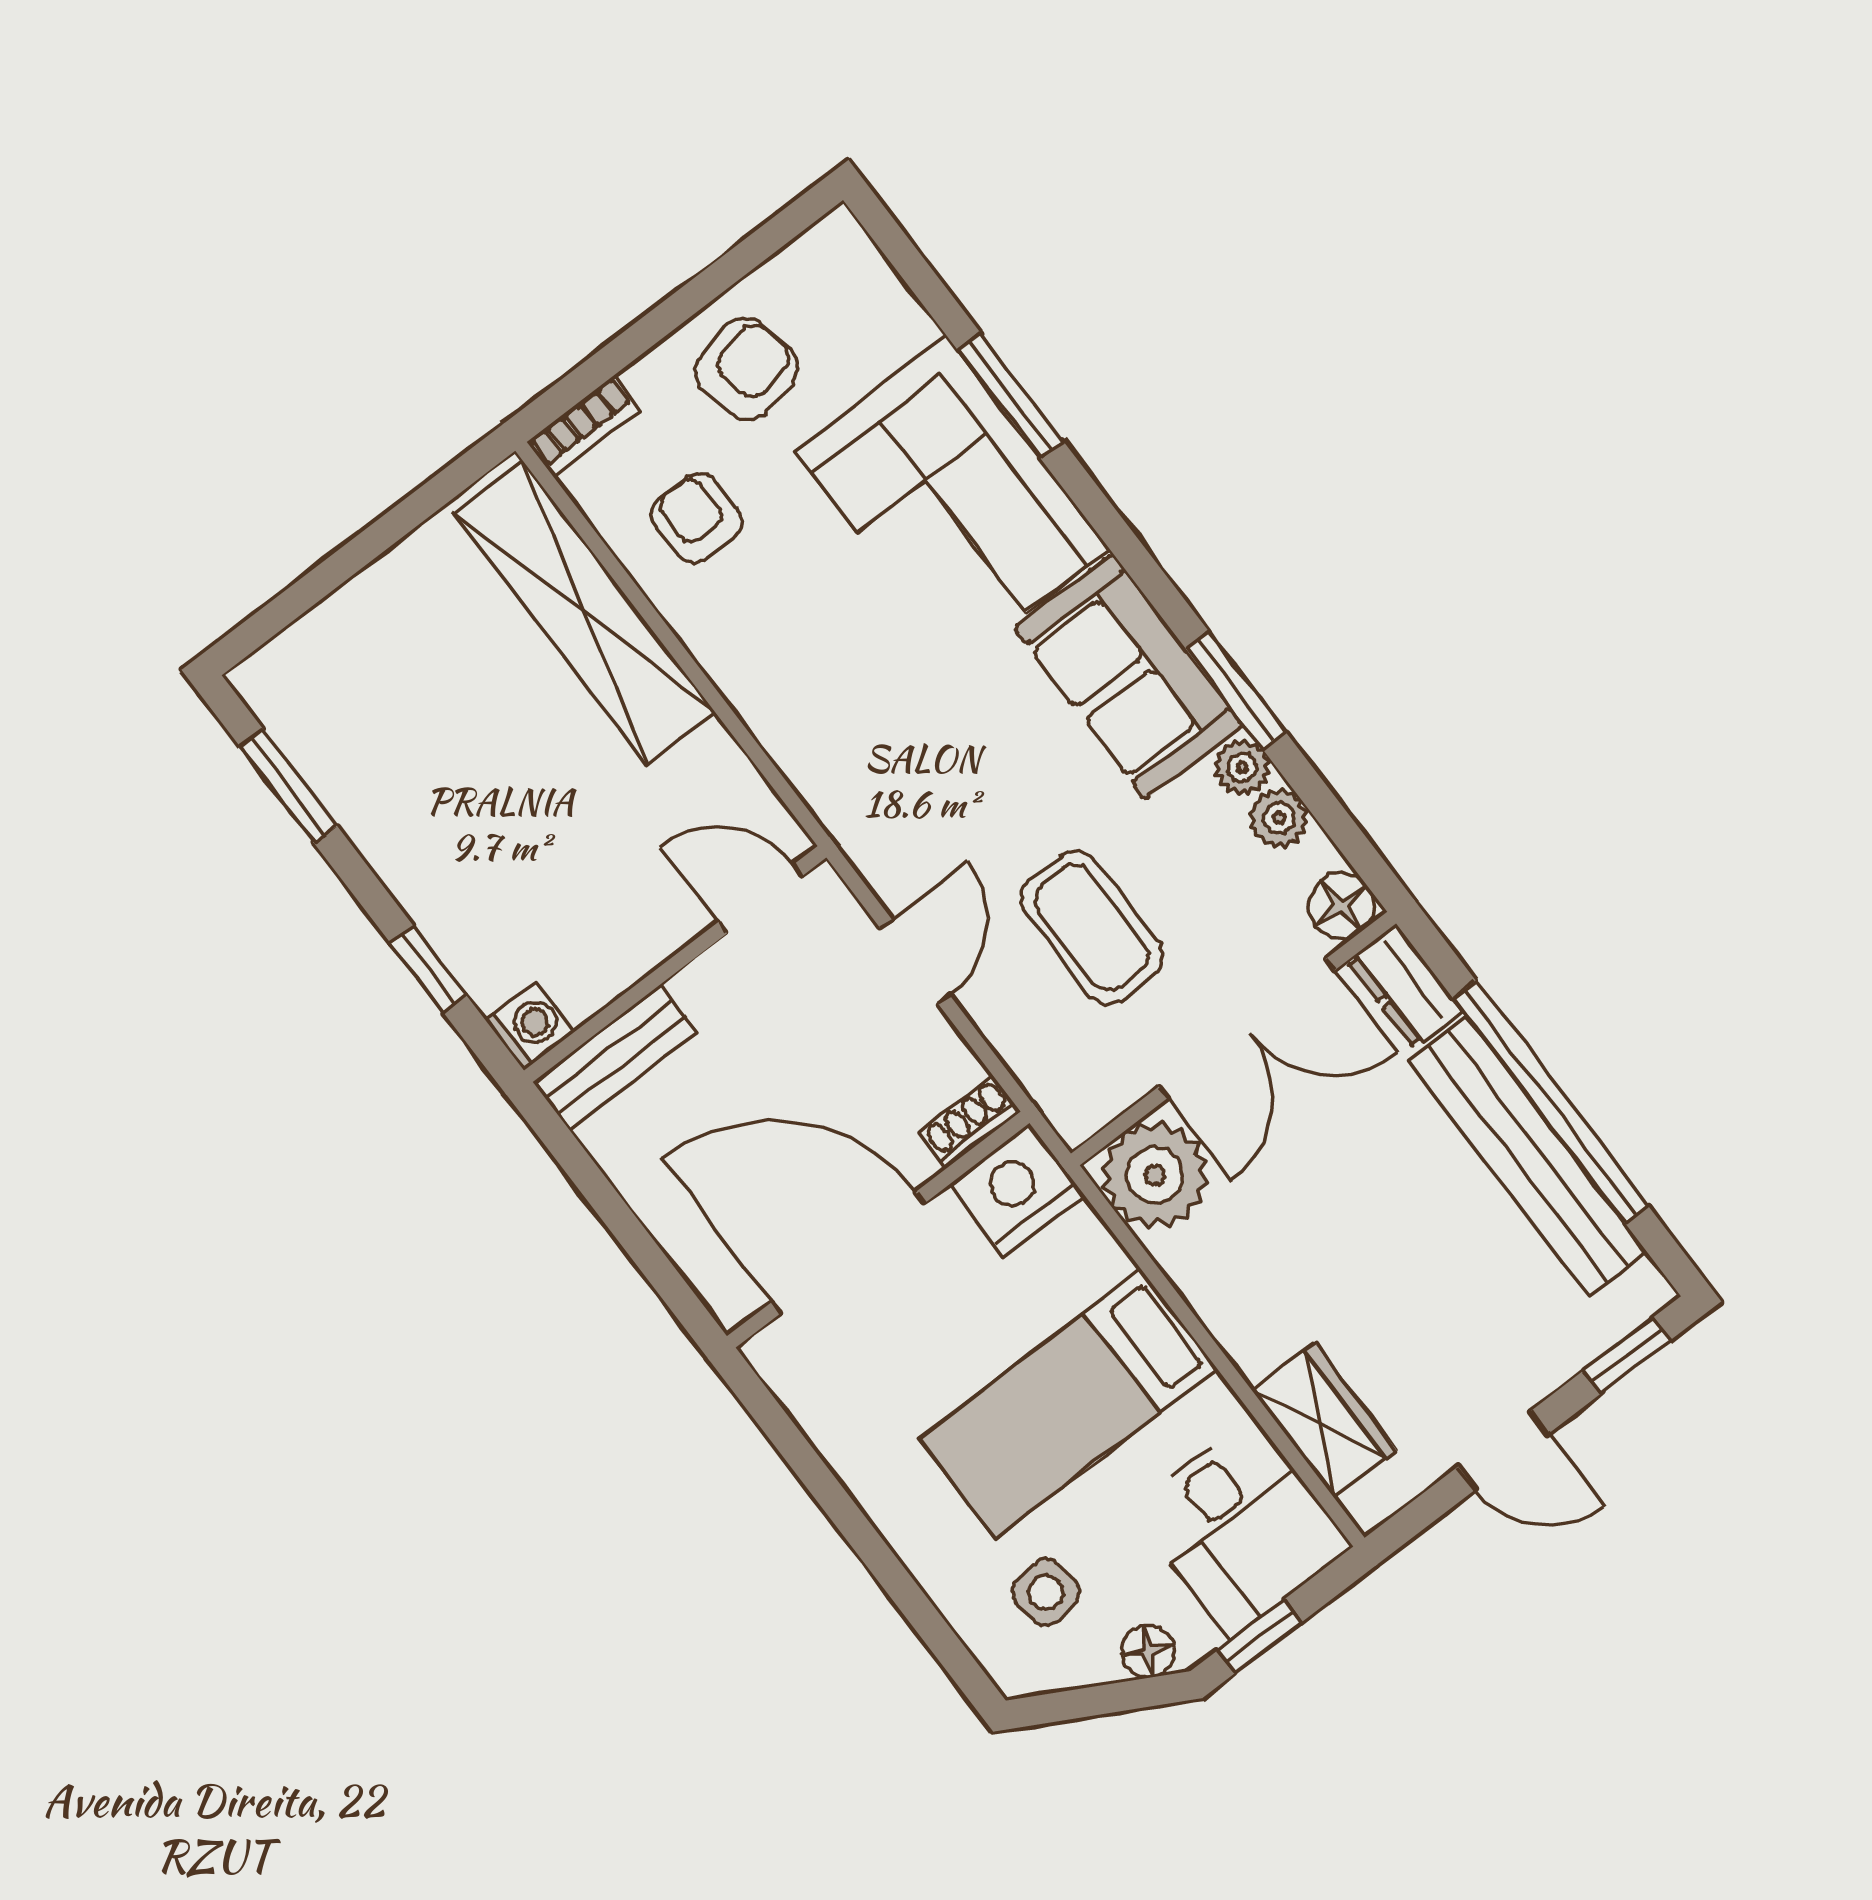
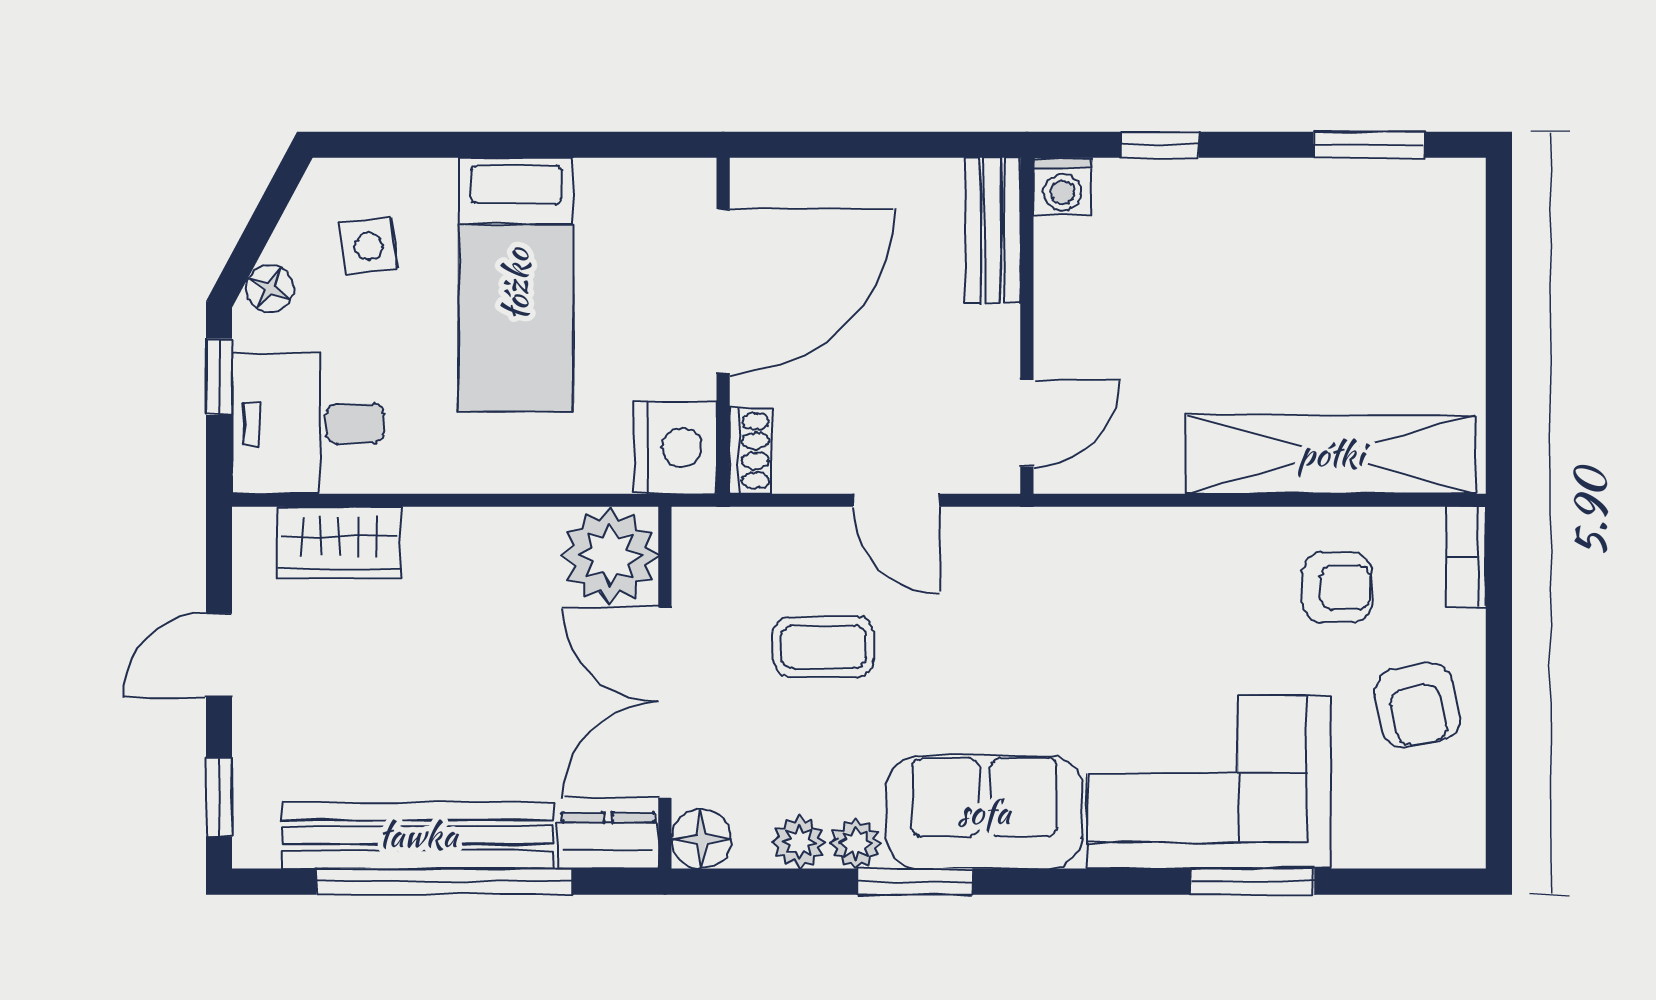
coffee table: (1092, 927) -> (823, 647), width x0.73, depth x0.77
bed: (1068, 1404) -> (516, 285), moved, turned 180

